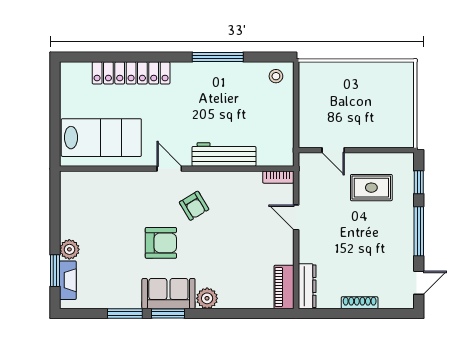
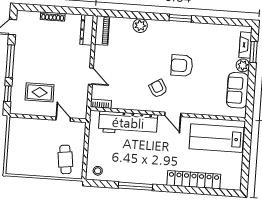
cafe table: (326, 90) -> (65, 159), added
workbench: (224, 154) -> (128, 123), width x1.36, depth x1.32
sofa: (168, 294) -> (238, 90), moved, turned 90
plant: (207, 298) -> (140, 26), moved
window: (125, 314) -> (209, 20), removed

